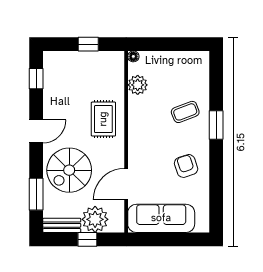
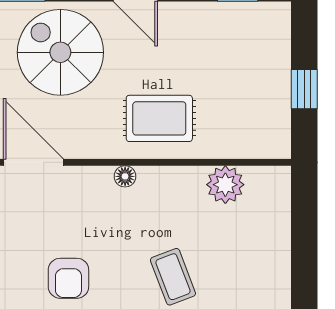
floor lamp: (133, 56) -> (125, 176), moved
armchair: (186, 166) -> (68, 278), turned 109

